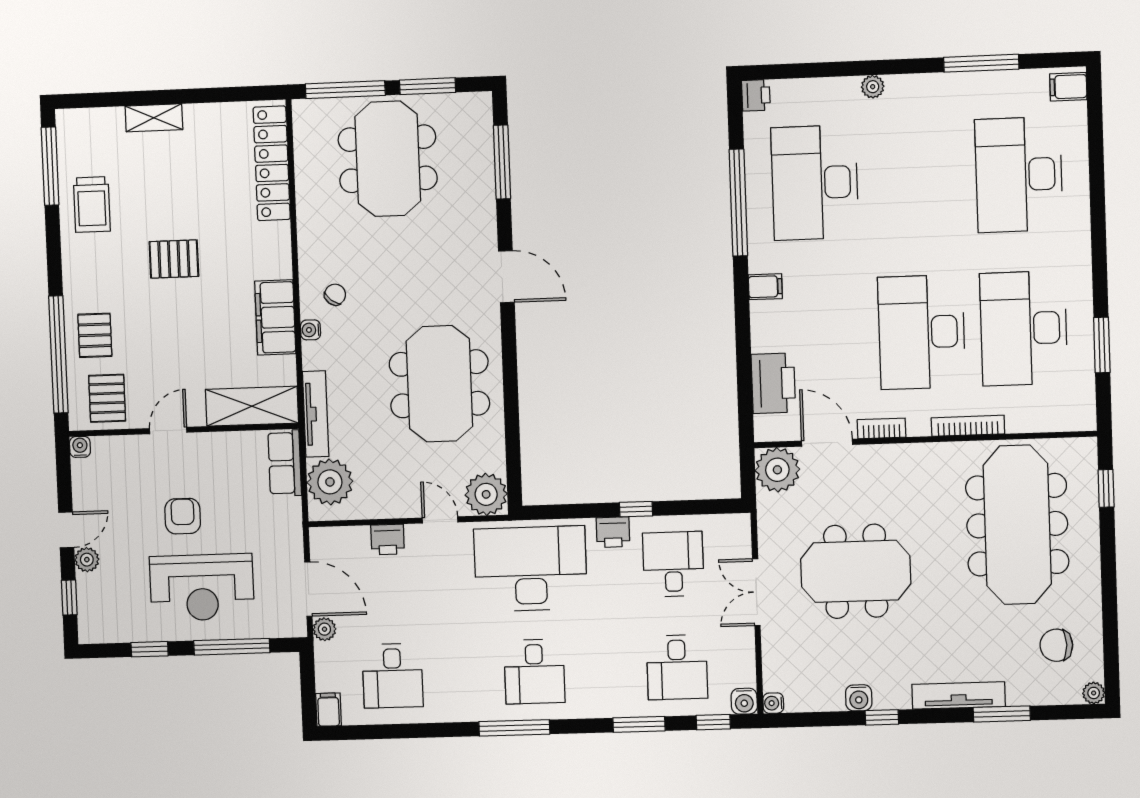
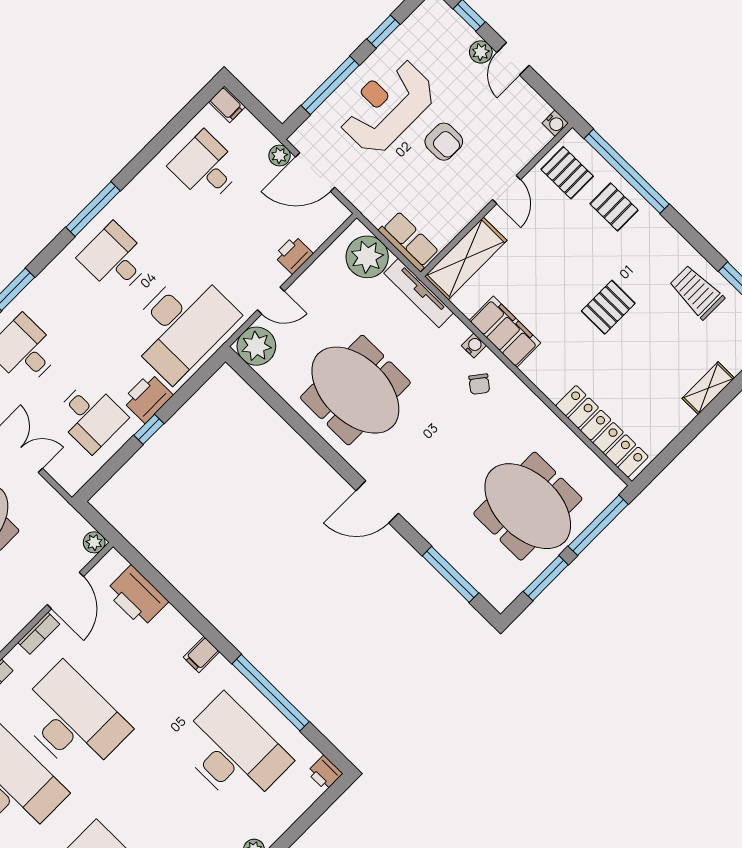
door: (827, 443) -> (65, 591), hinge flipped
plant: (777, 470) -> (94, 542), width x0.53, depth x0.53
printer: (613, 532) -> (147, 398), width x1.36, depth x1.24

